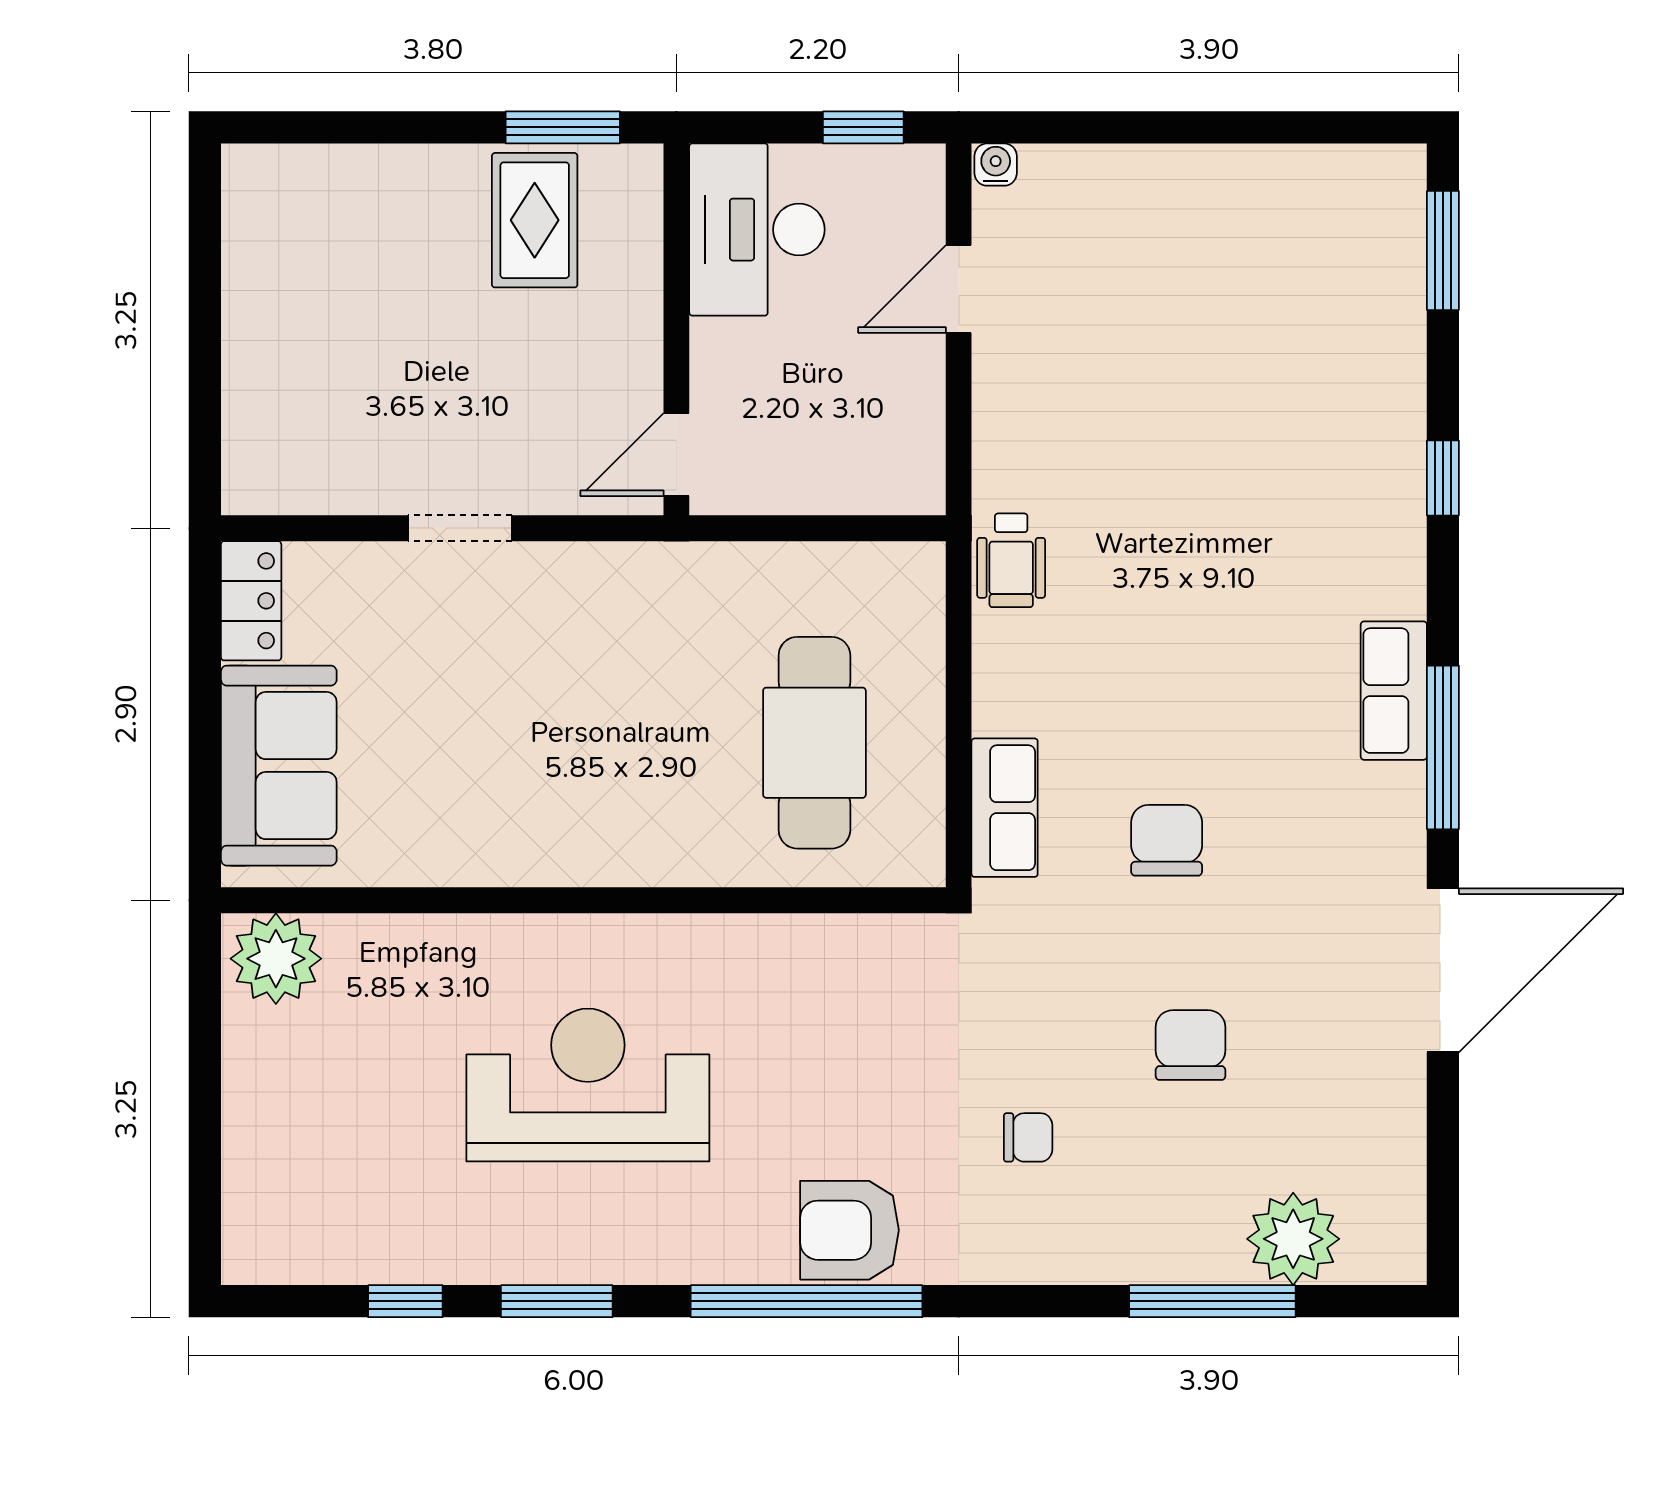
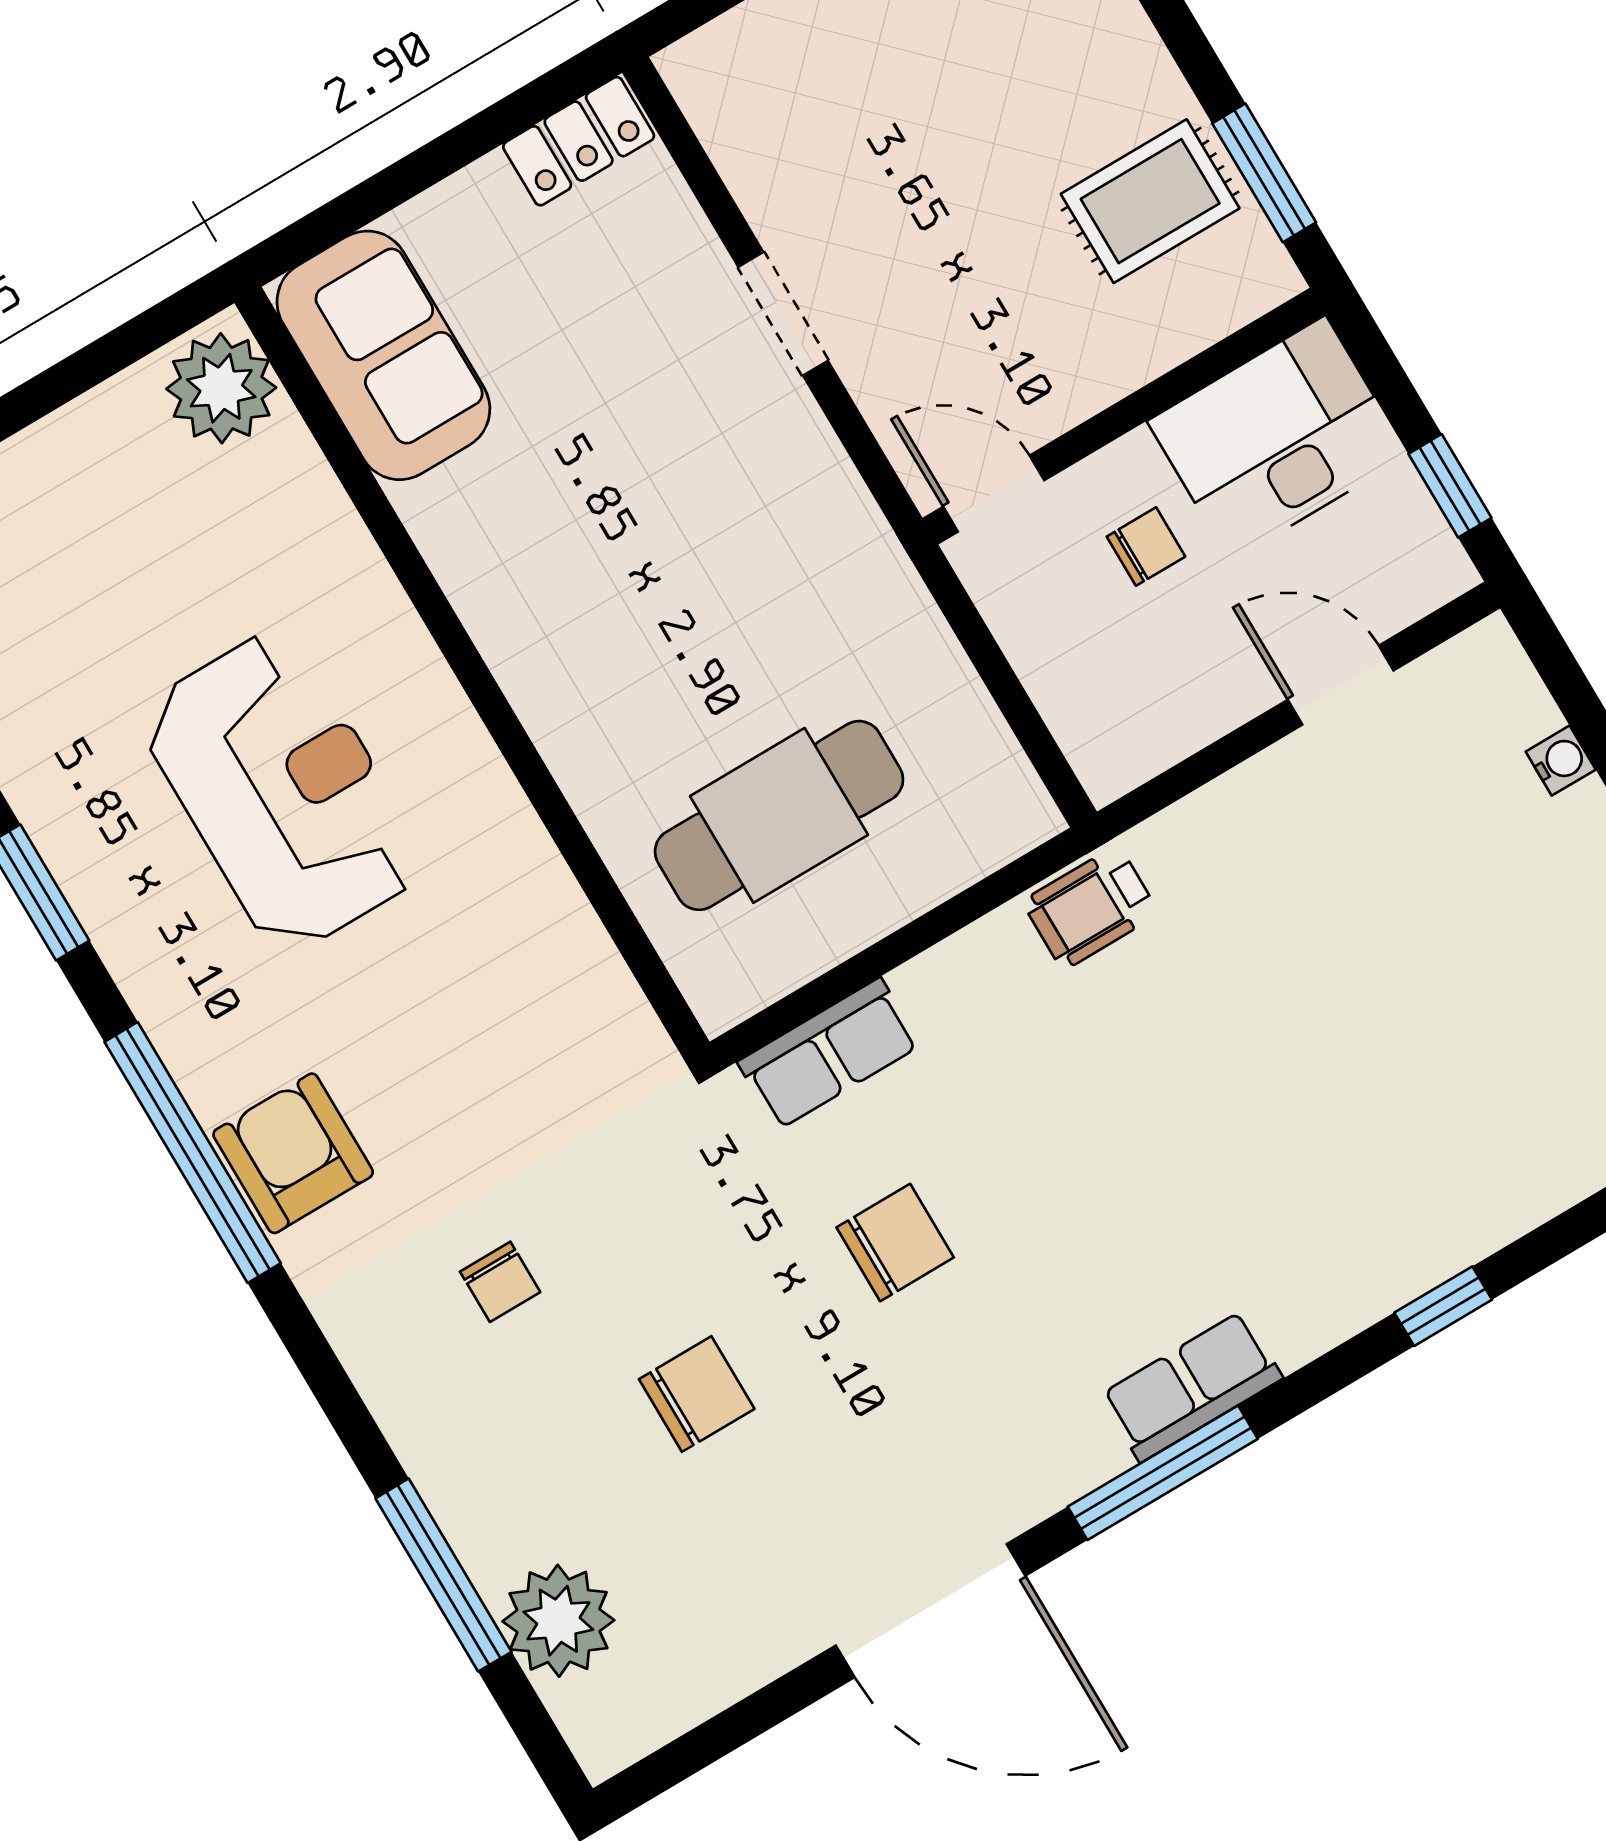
water cooler: (996, 165) -> (1561, 761), moved
chair: (778, 369) -> (1146, 547), added
sofa: (279, 766) -> (383, 355), moved, turned -90

